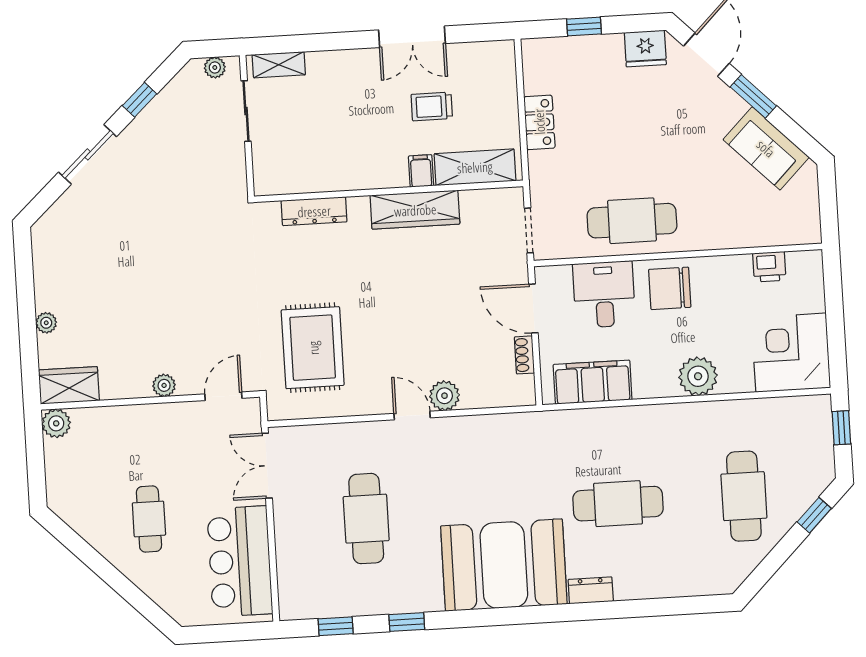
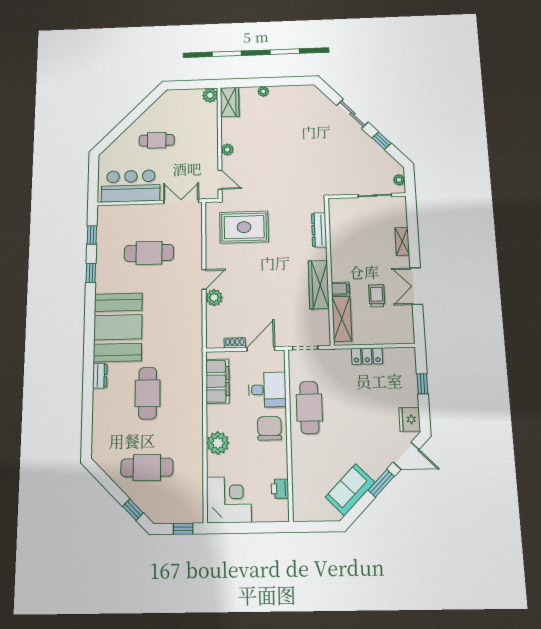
shelving: (279, 65) -> (402, 241), moved

